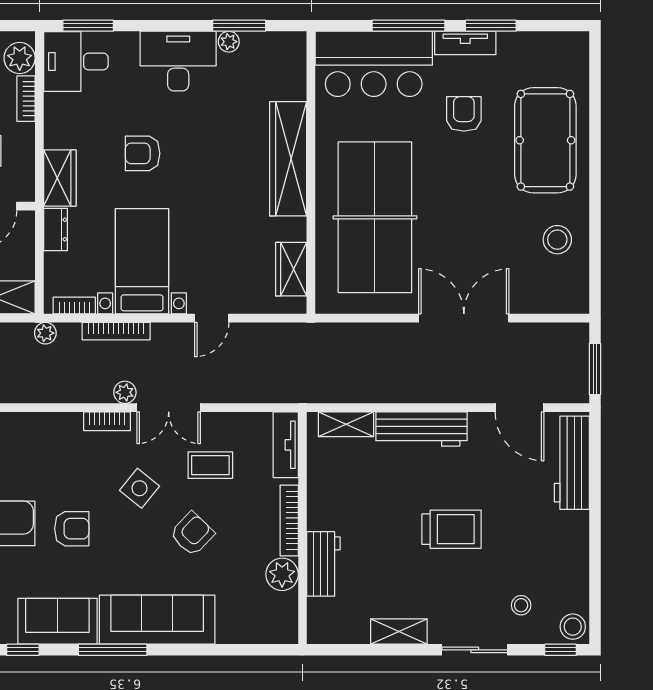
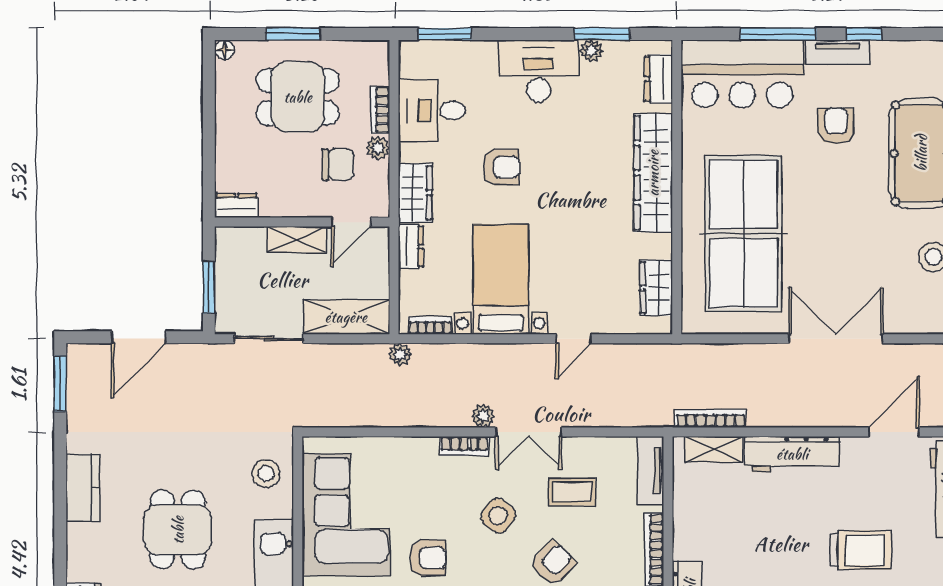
window: (491, 26) -> (864, 34), width x0.67
plant: (20, 58) -> (378, 148), moved, width x0.73, depth x0.73
desk: (76, 61) -> (432, 110), moved
dresser: (293, 69) -> (659, 79), added
armchair: (143, 153) -> (501, 167), turned 180
bookcase: (116, 331) -> (710, 418), moved, turned 180
door: (520, 408) -> (894, 432), swing flipped
trolley: (452, 529) -> (861, 550), moved

